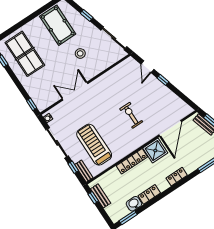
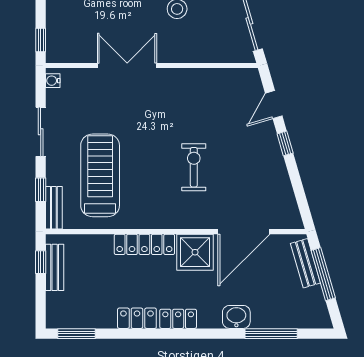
sliding door: (57, 143) -> (41, 132), width x0.73
locker: (177, 177) -> (178, 319), moved
washbasin: (134, 204) -> (236, 317), moved

